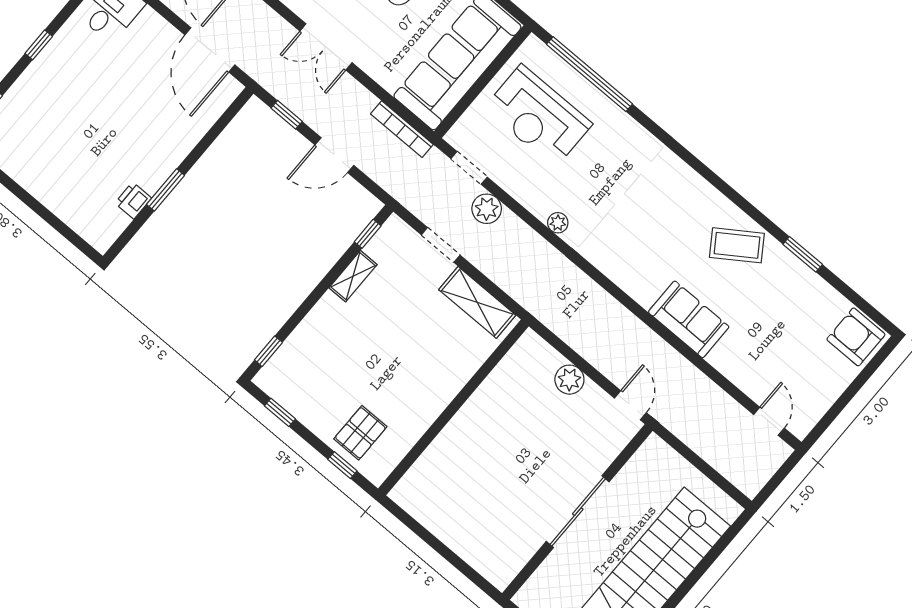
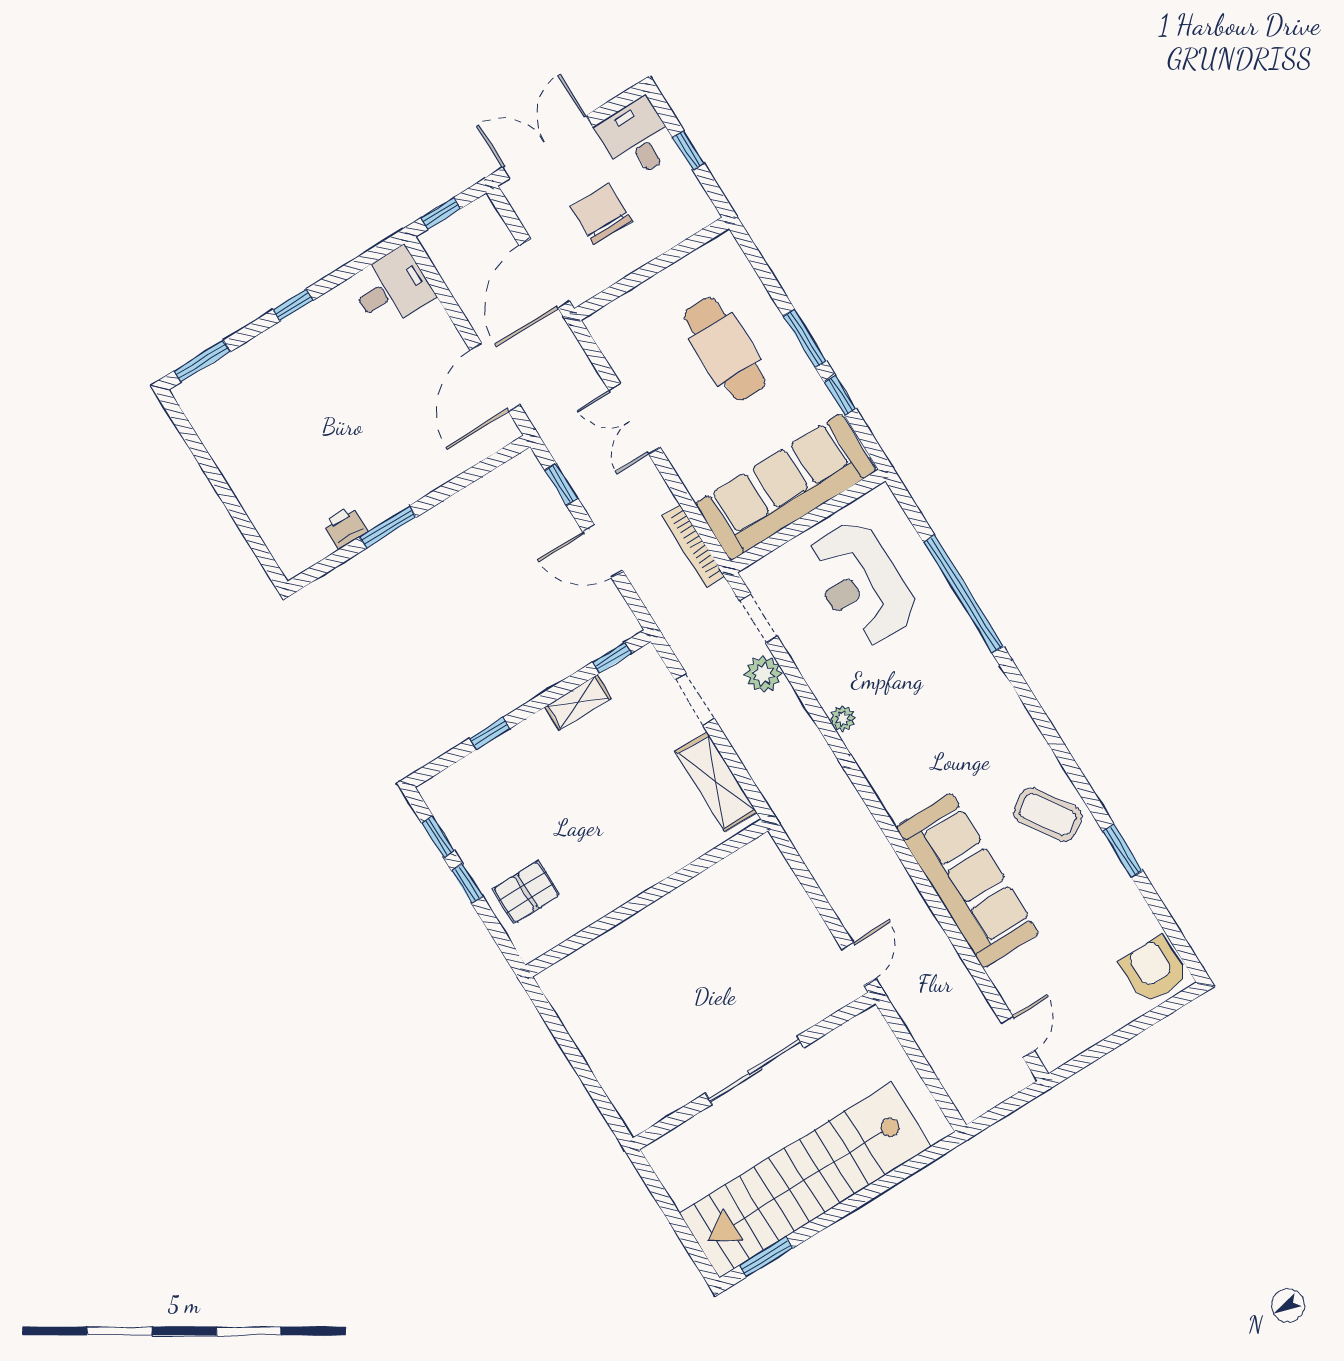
window: (589, 74) -> (963, 594), moved
sofa: (689, 319) -> (967, 880), width x1.85, depth x1.27
window: (268, 351) -> (490, 733), moved
plant: (569, 380) -> (796, 910), removed
window: (342, 465) -> (467, 884), moved

